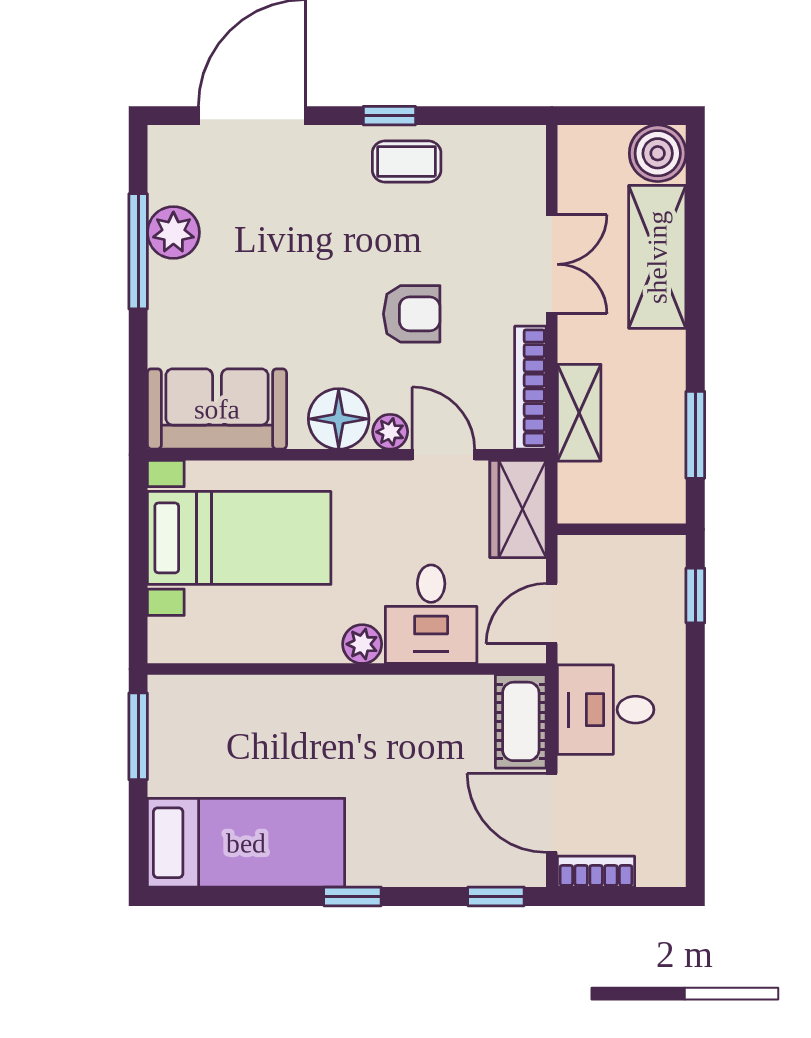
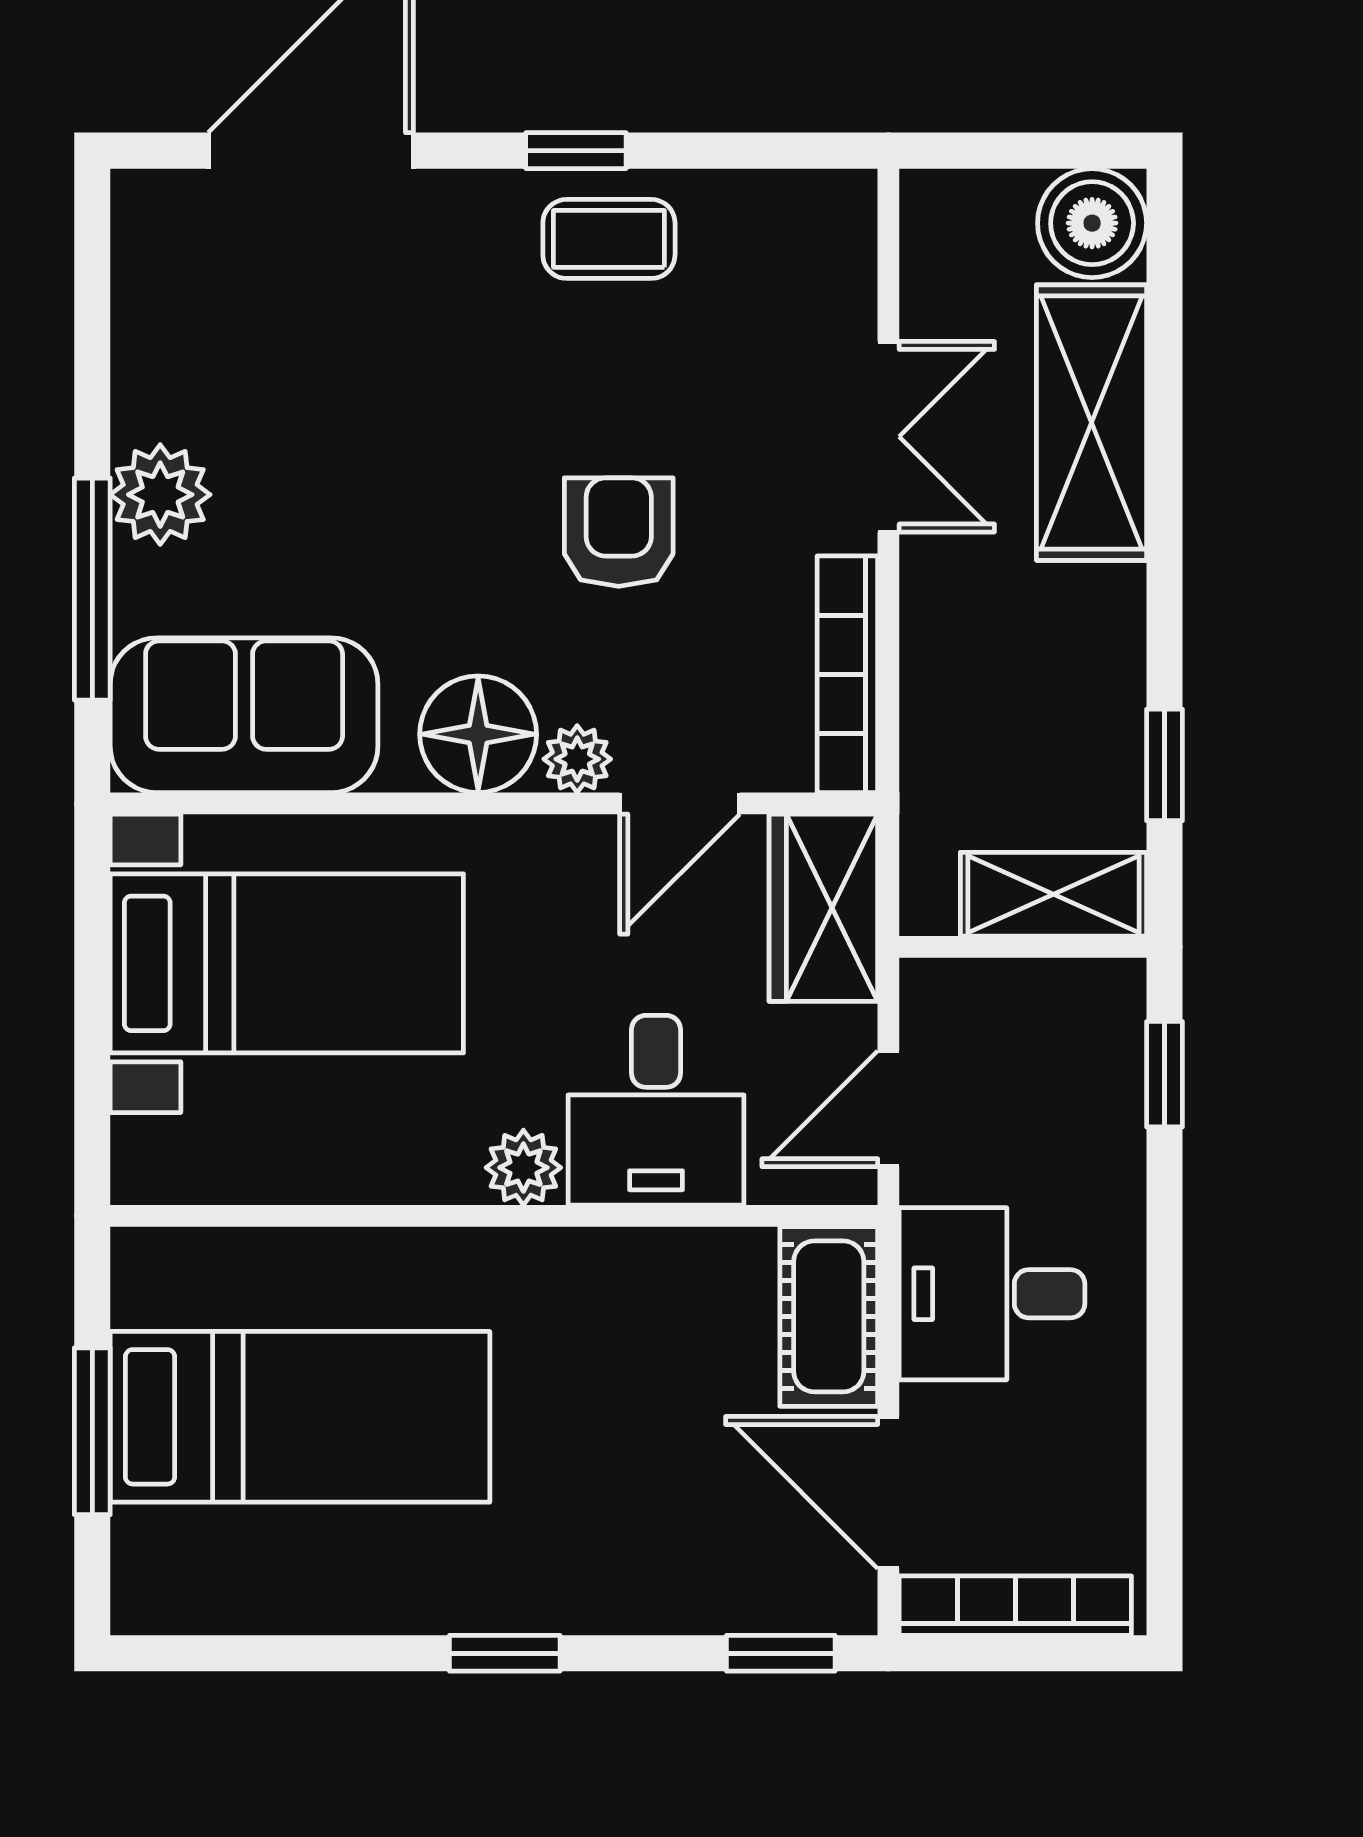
plant: (173, 233) -> (160, 495), moved
window: (138, 251) -> (92, 589), moved
armchair: (412, 314) -> (619, 532), turned -90
shelving: (579, 413) -> (1054, 894), moved, turned 90
window: (695, 435) -> (1165, 765), width x0.67
door: (443, 455) -> (680, 803), swing flipped
window: (138, 736) -> (92, 1431), moved
bed: (246, 843) -> (300, 1417), moved
bookcase: (596, 872) -> (1015, 1606), width x1.56

